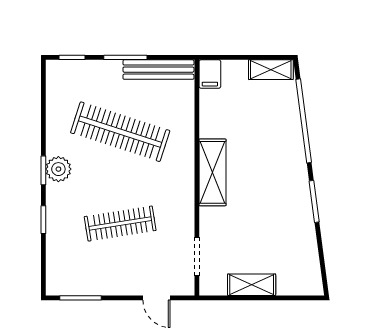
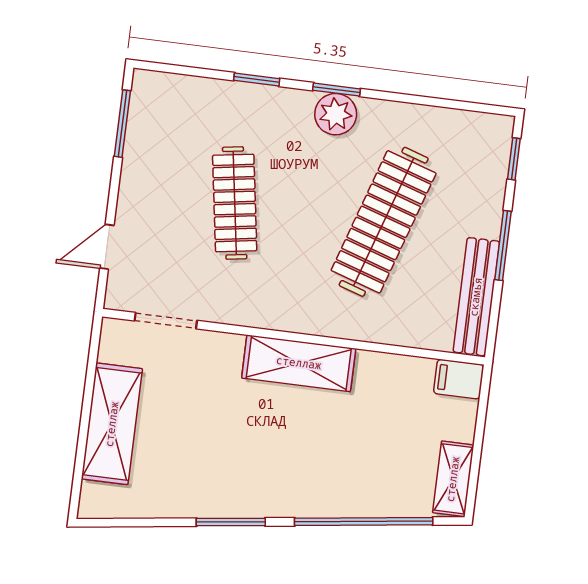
shelving: (252, 285) -> (112, 424), width x1.50, depth x1.33

